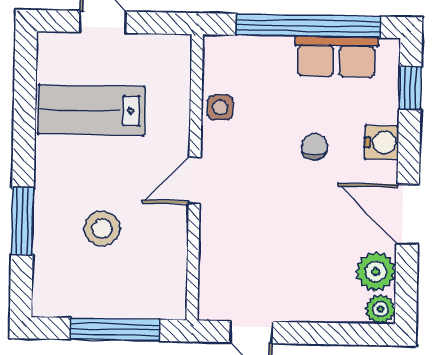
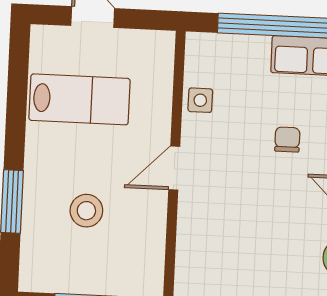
lab bench: (91, 110) -> (80, 99), turned 180

